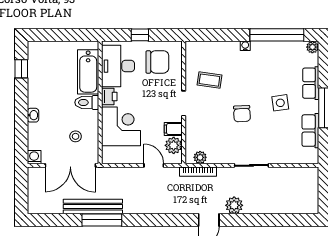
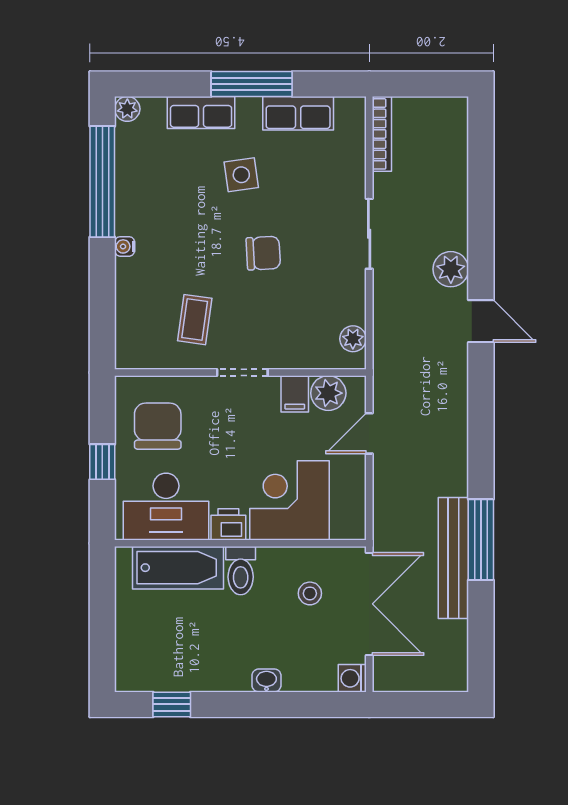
bookcase: (198, 172) -> (382, 134), moved

